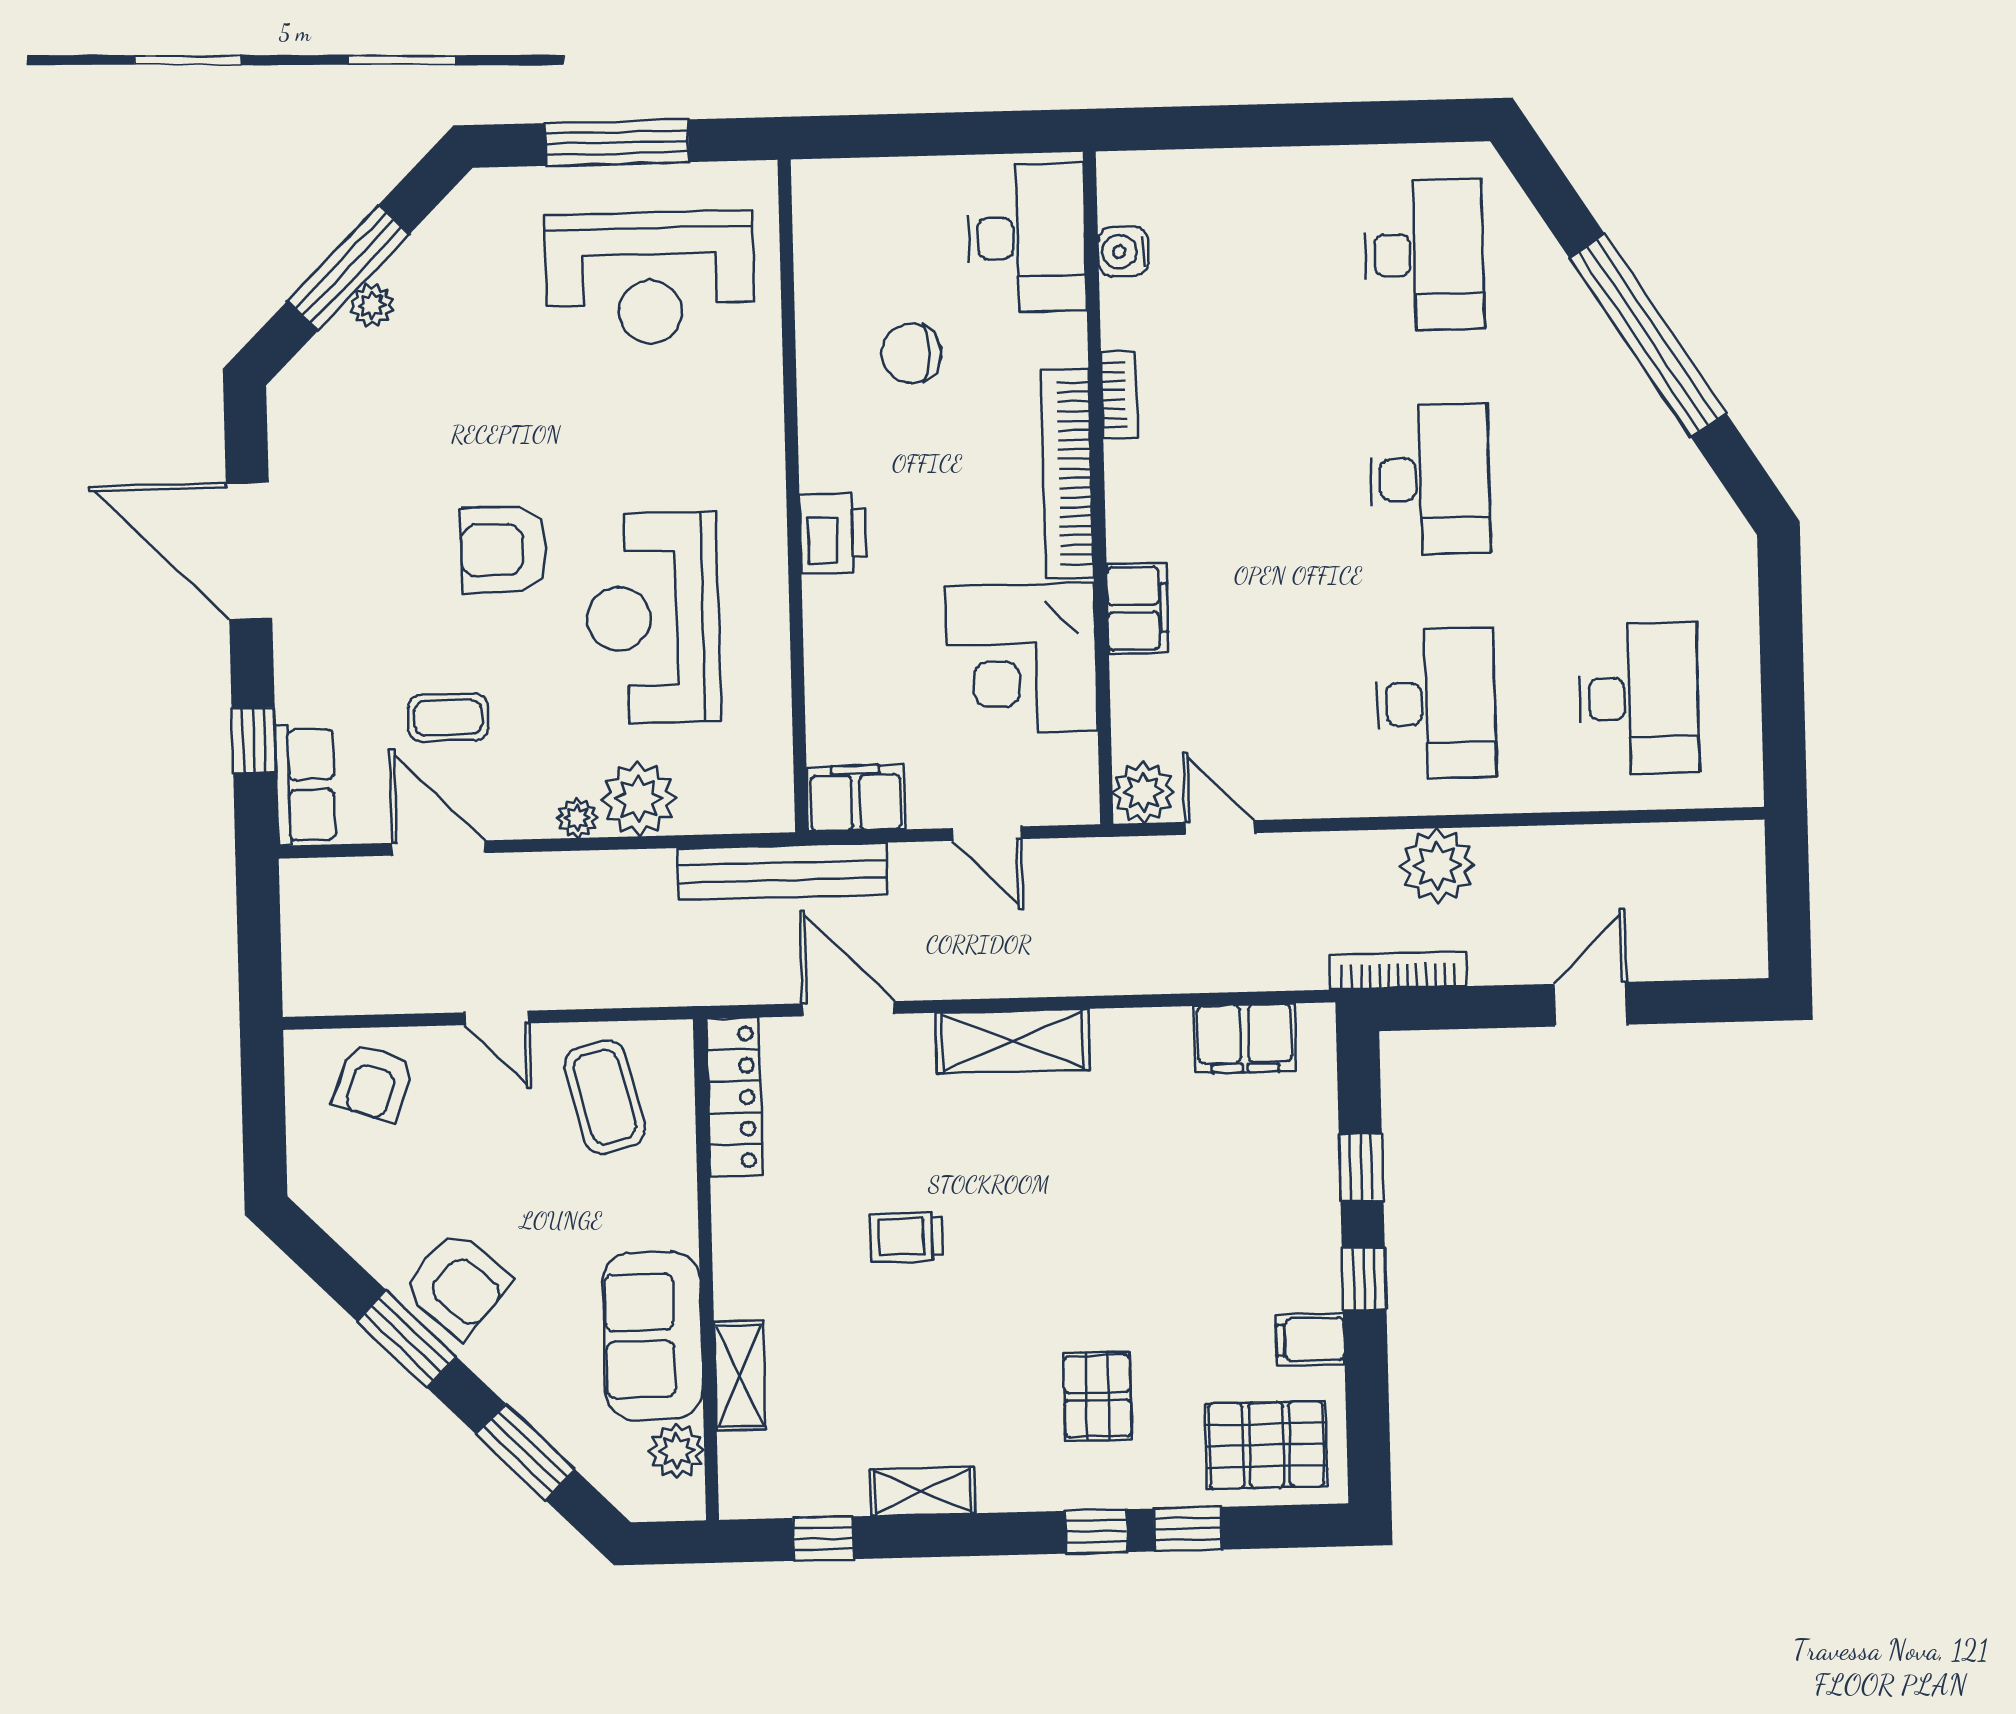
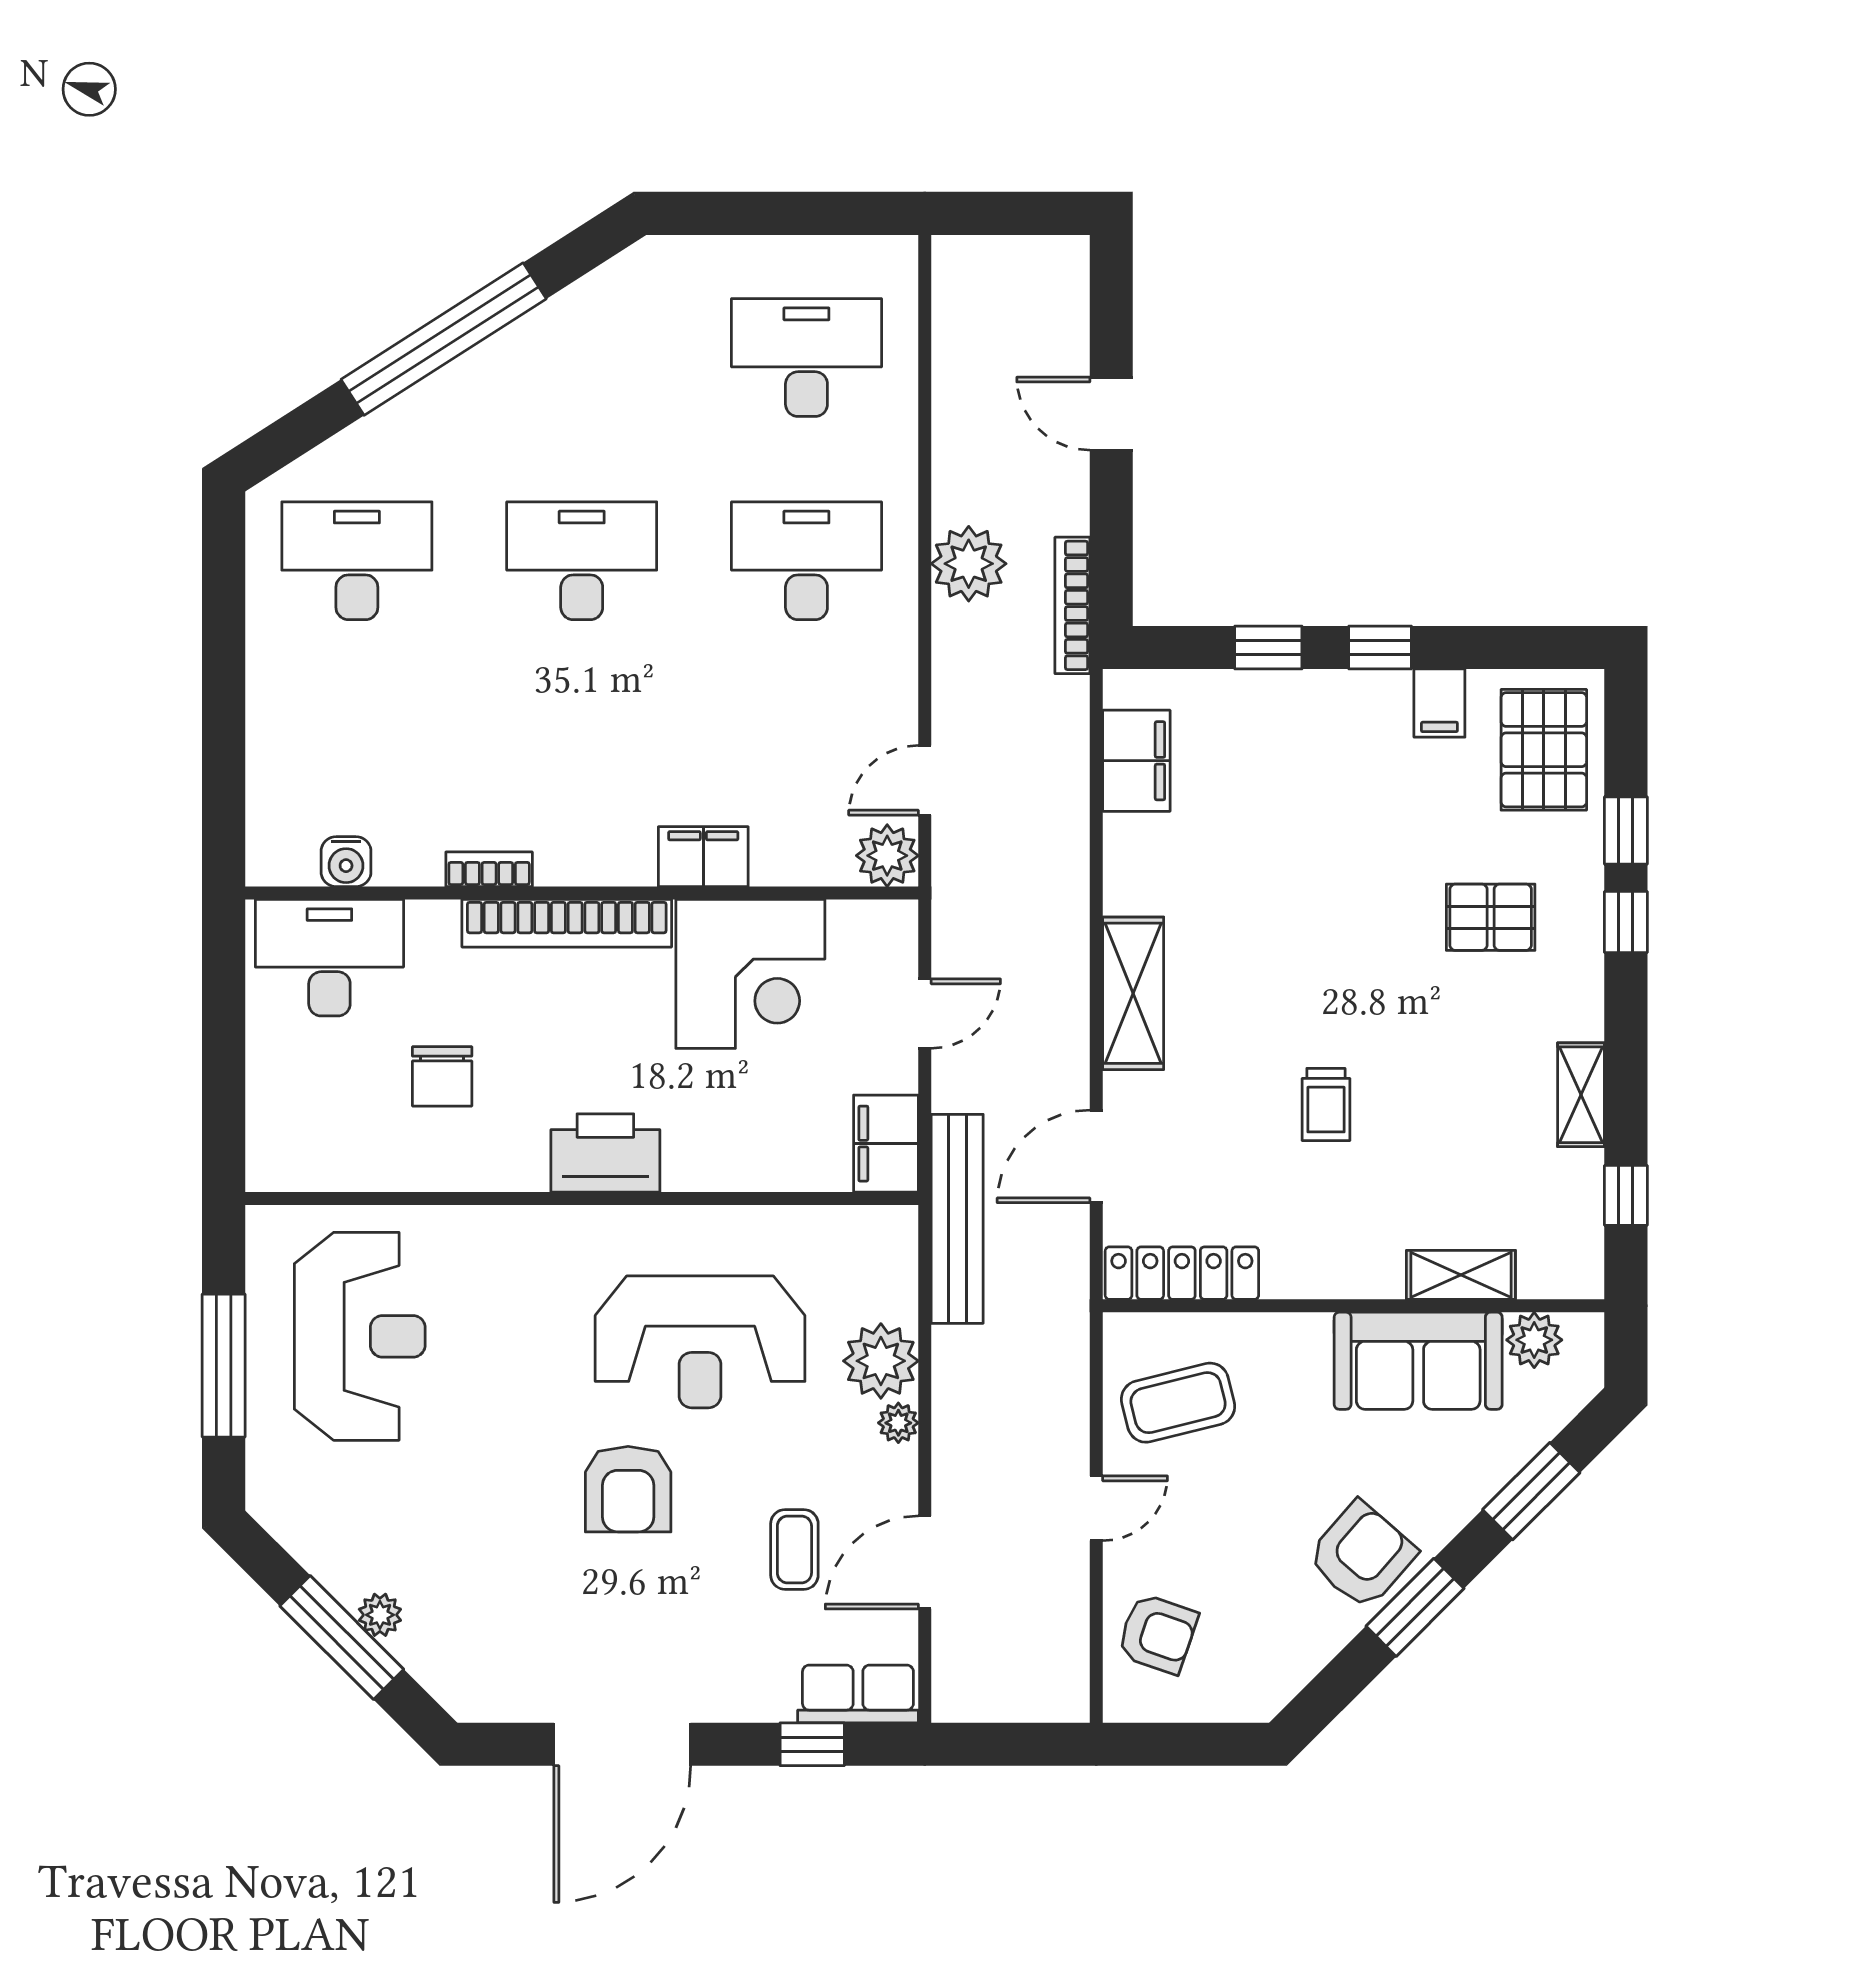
printer: (833, 533) -> (605, 1153), width x1.37, depth x1.19

